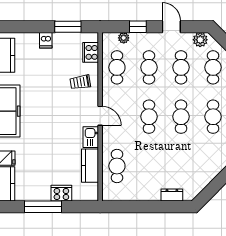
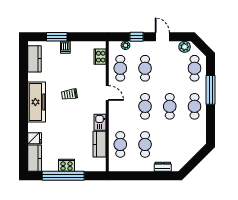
window: (68, 27) -> (57, 37), moved
cafe table: (181, 67) -> (145, 144), moved
trolley: (80, 82) -> (69, 94), moved
door: (100, 116) -> (107, 93), moved
cooker: (61, 193) -> (67, 165), moved
window: (43, 207) -> (63, 176), width x1.46

